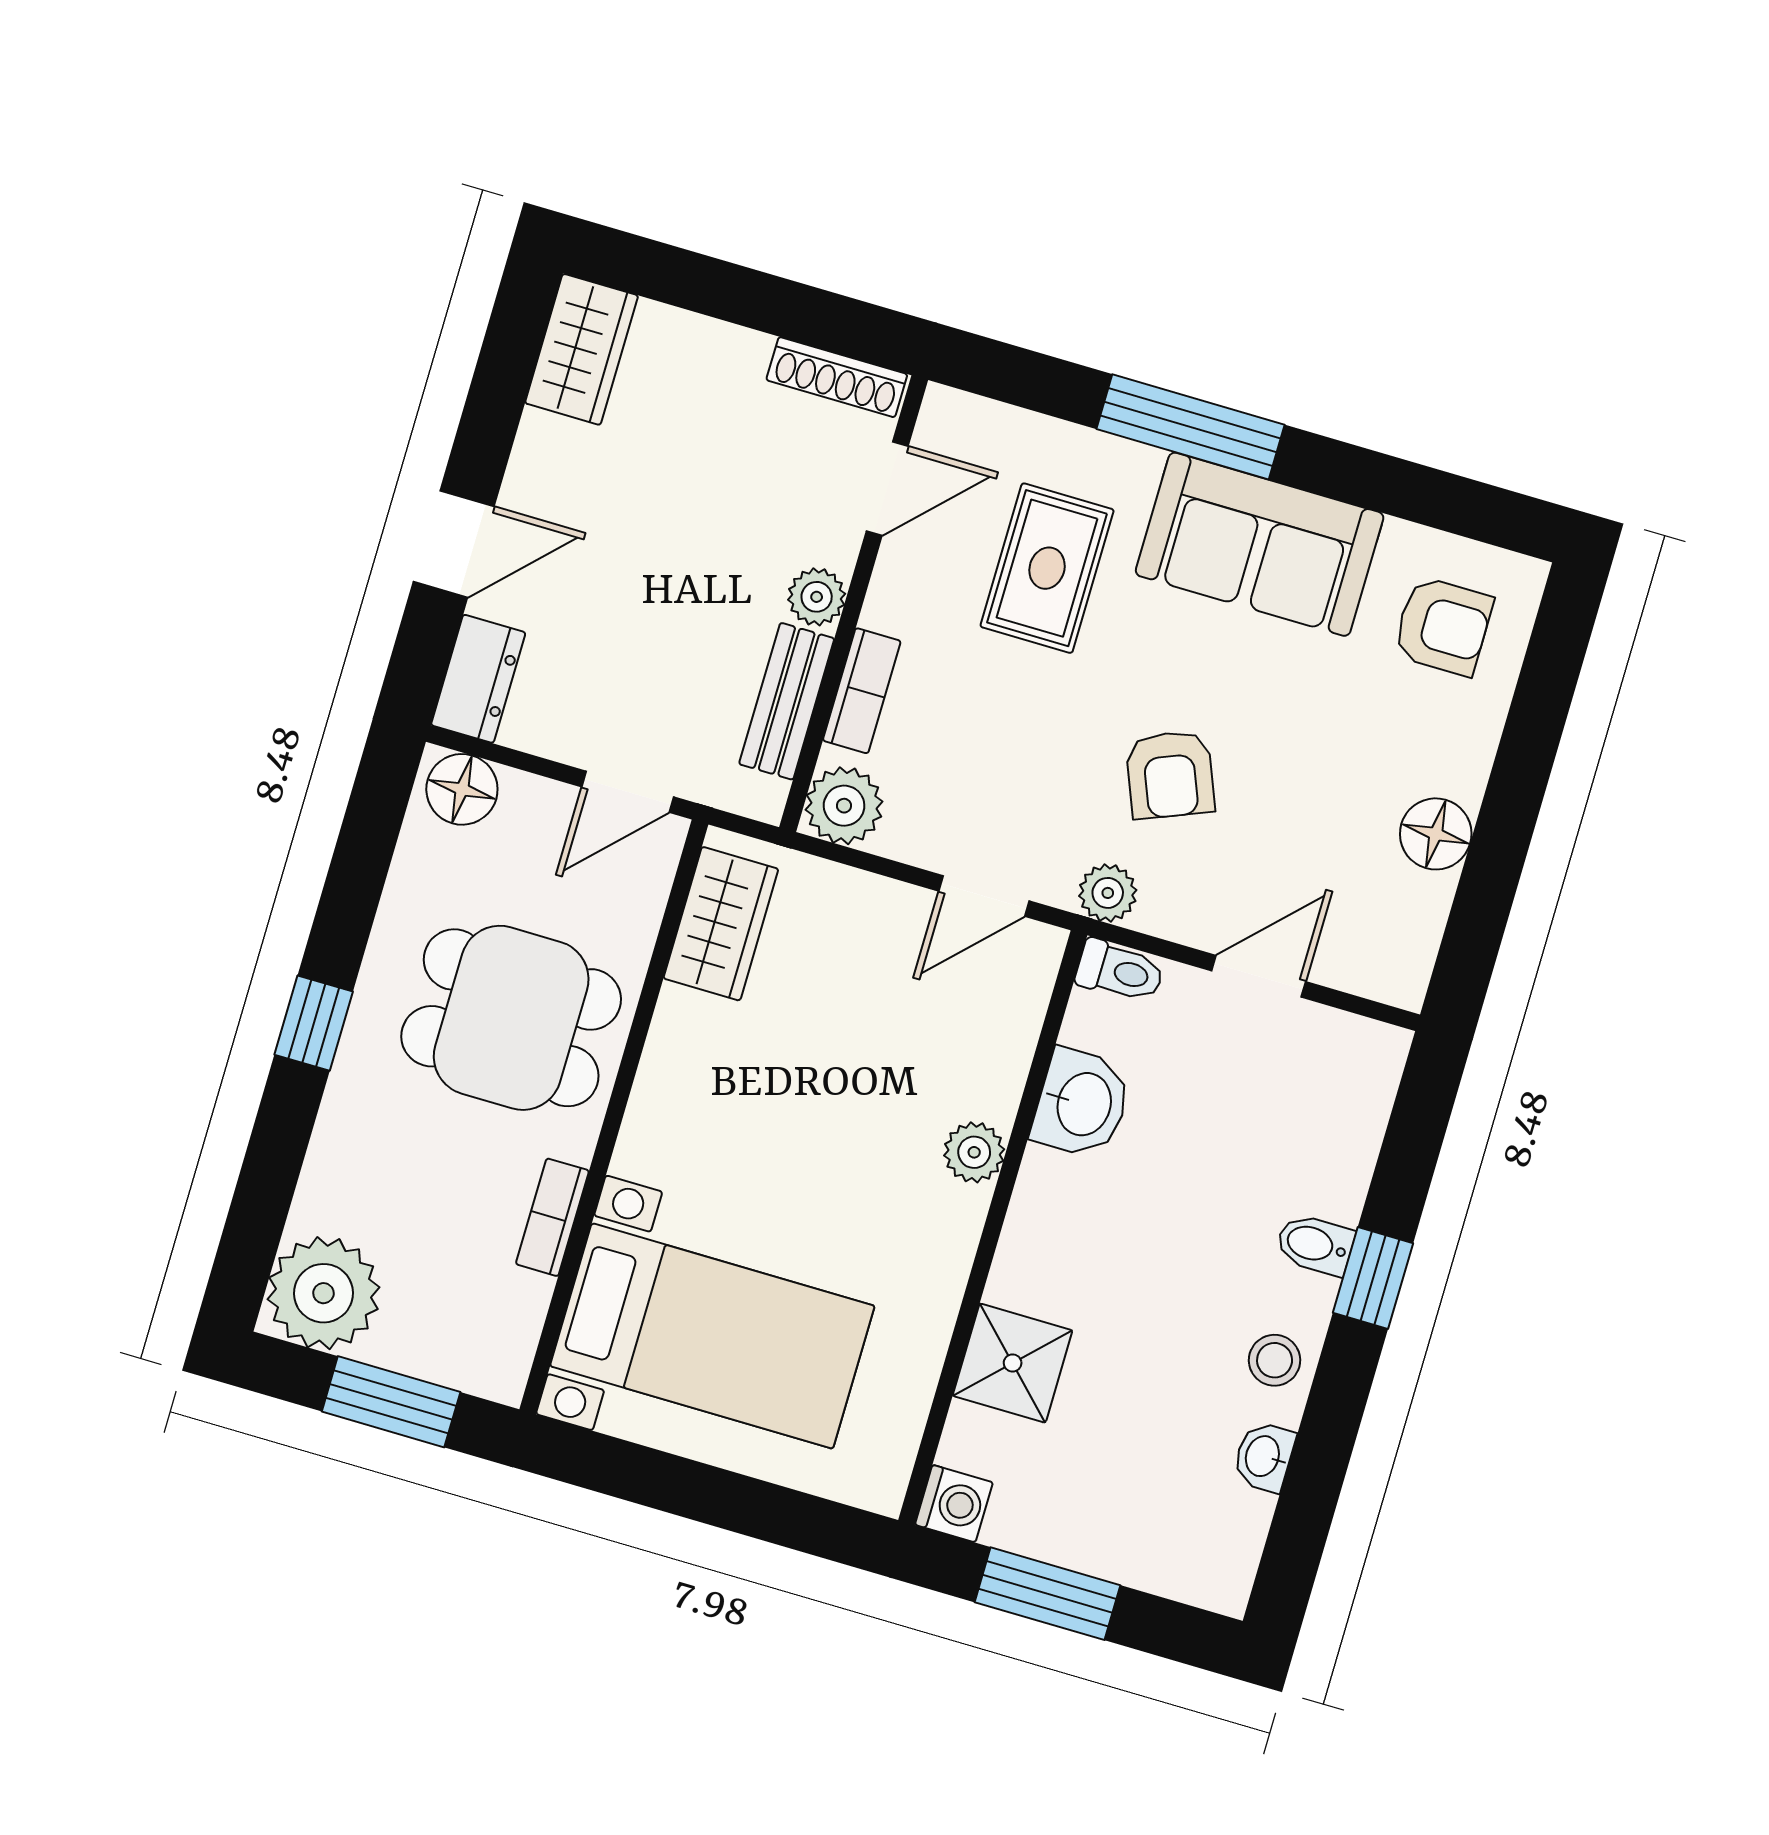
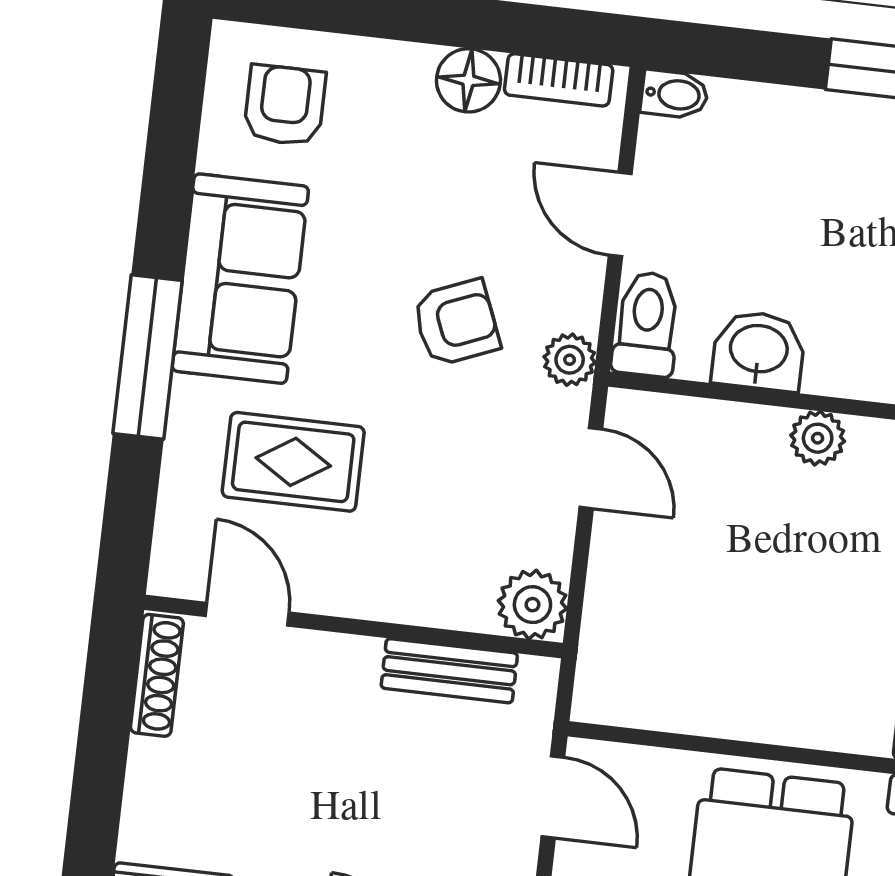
plant: (817, 597) -> (353, 660), removed
bookcase: (862, 691) -> (559, 80), moved, turned 180
wardrobe: (721, 924) -> (655, 695), removed
toilet: (1120, 971) -> (647, 324), width x1.37, depth x1.39
bidet: (1315, 1245) -> (674, 94), moved, turned -90

